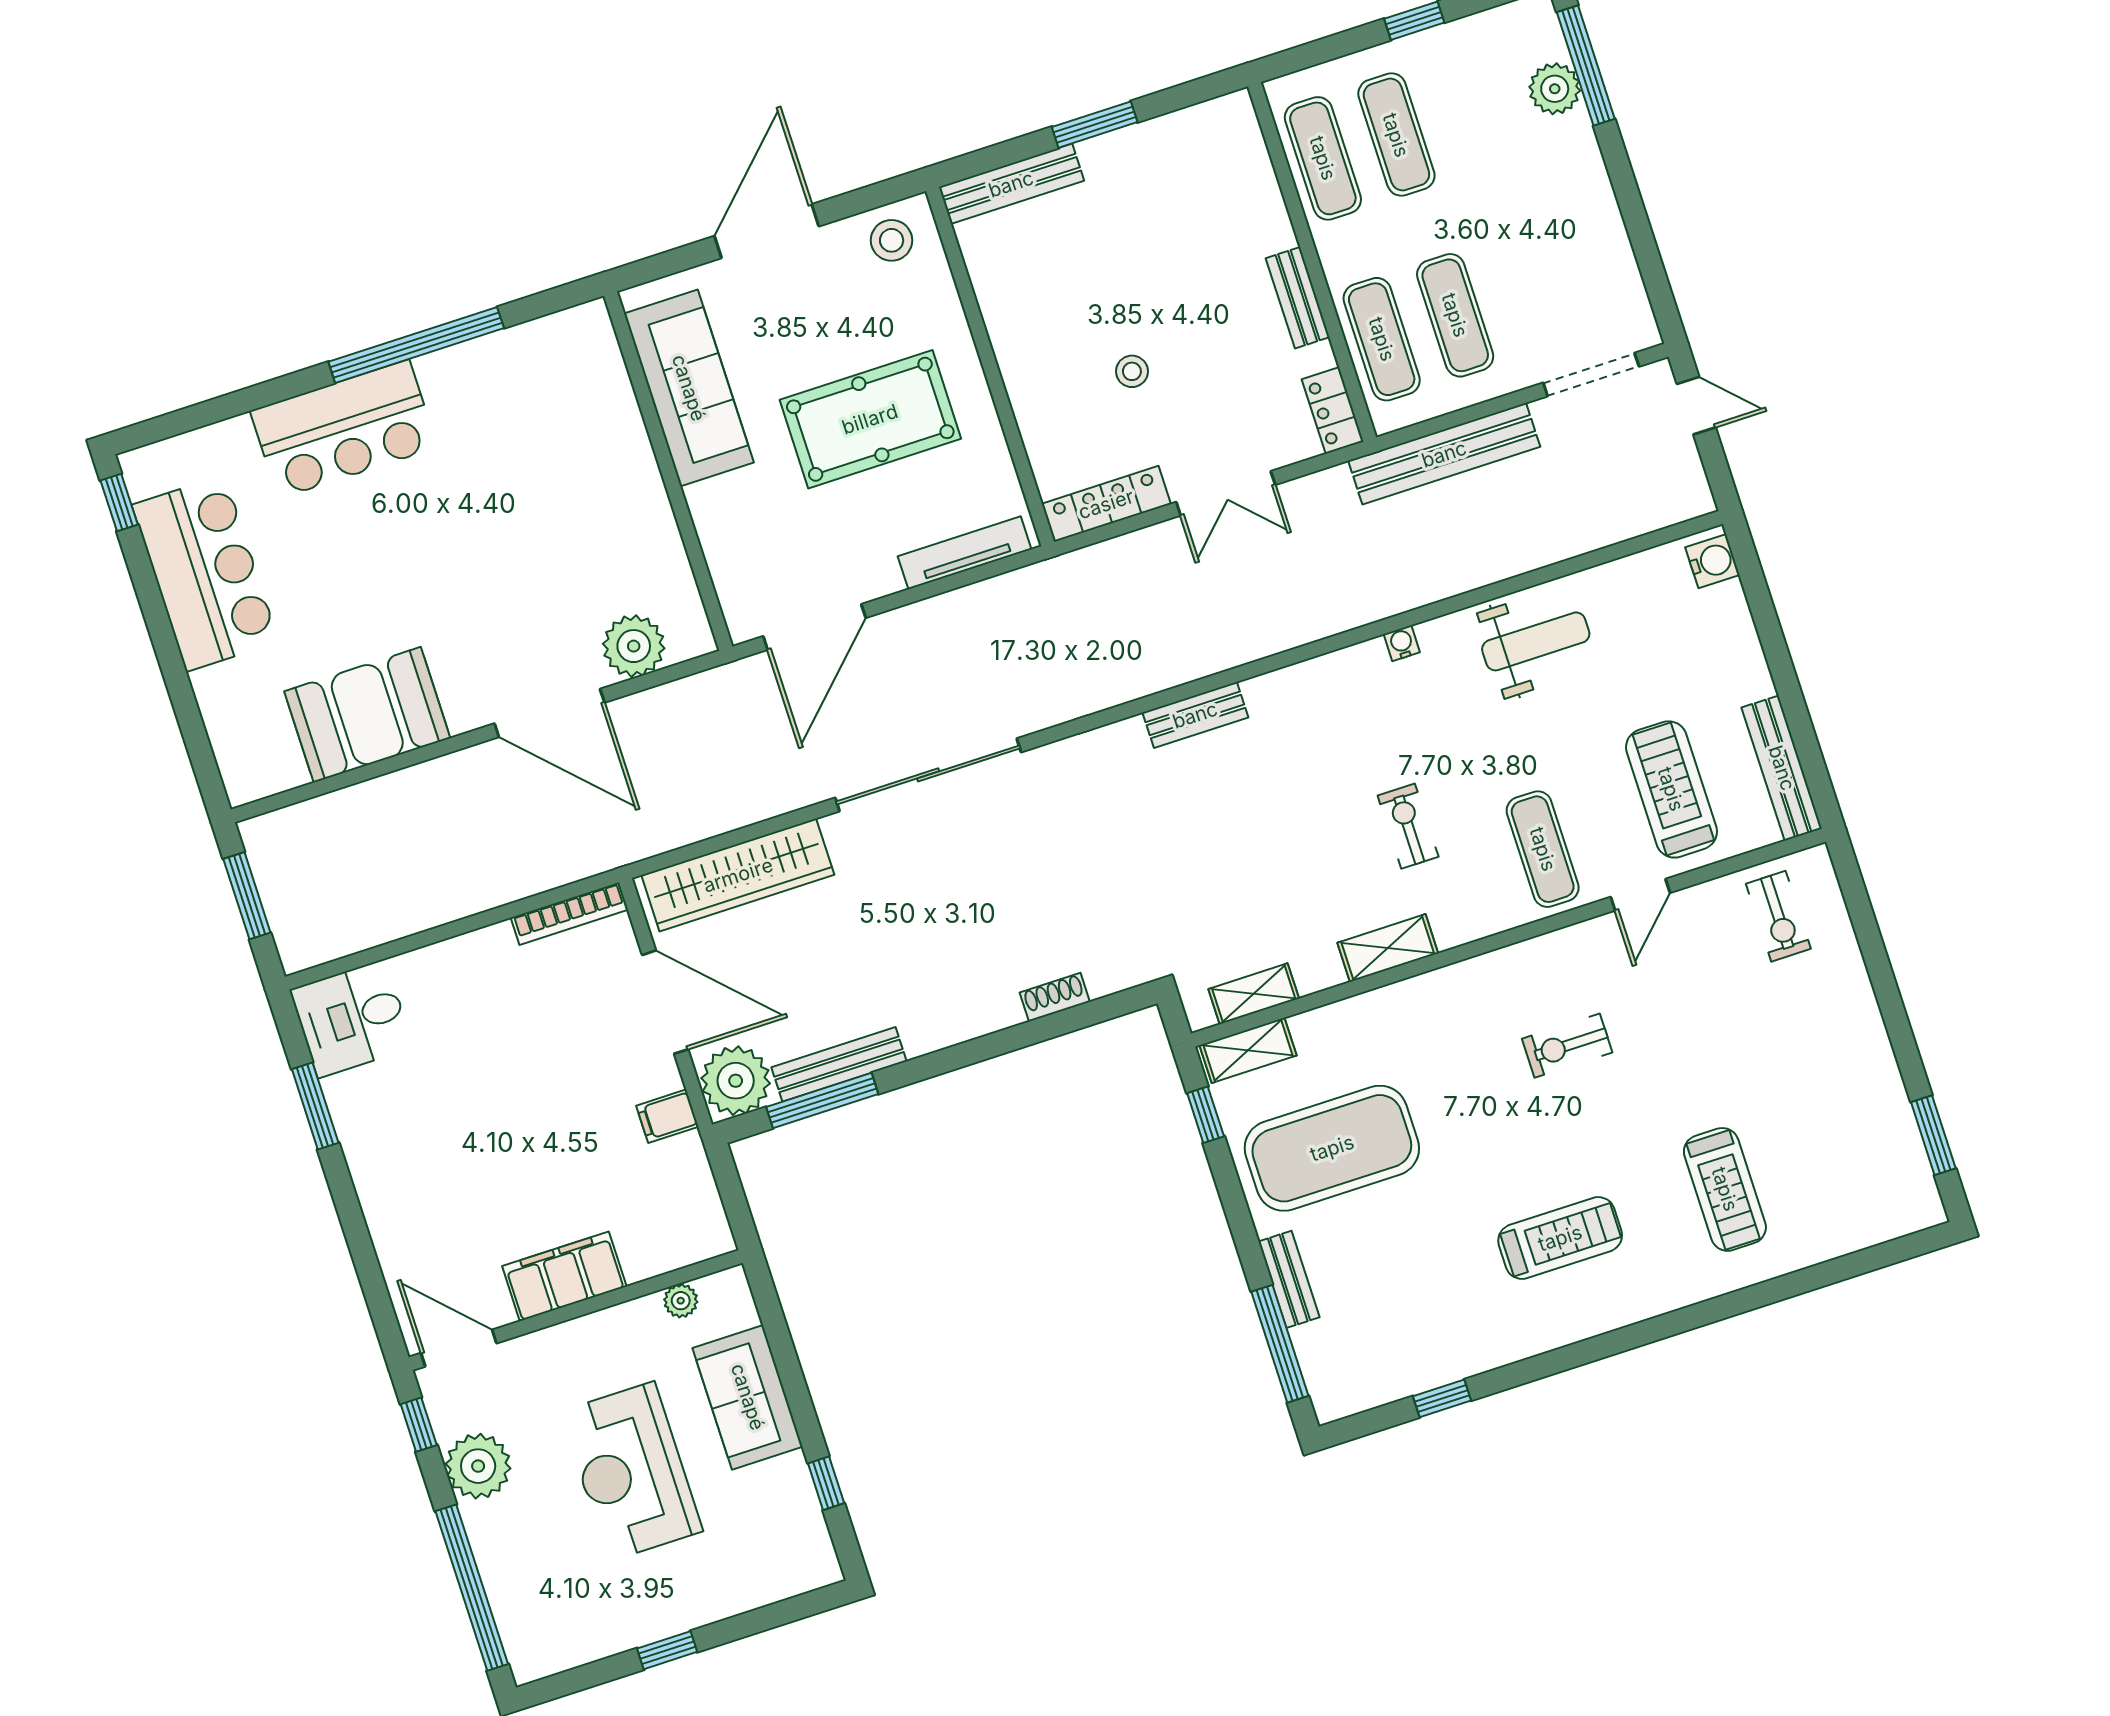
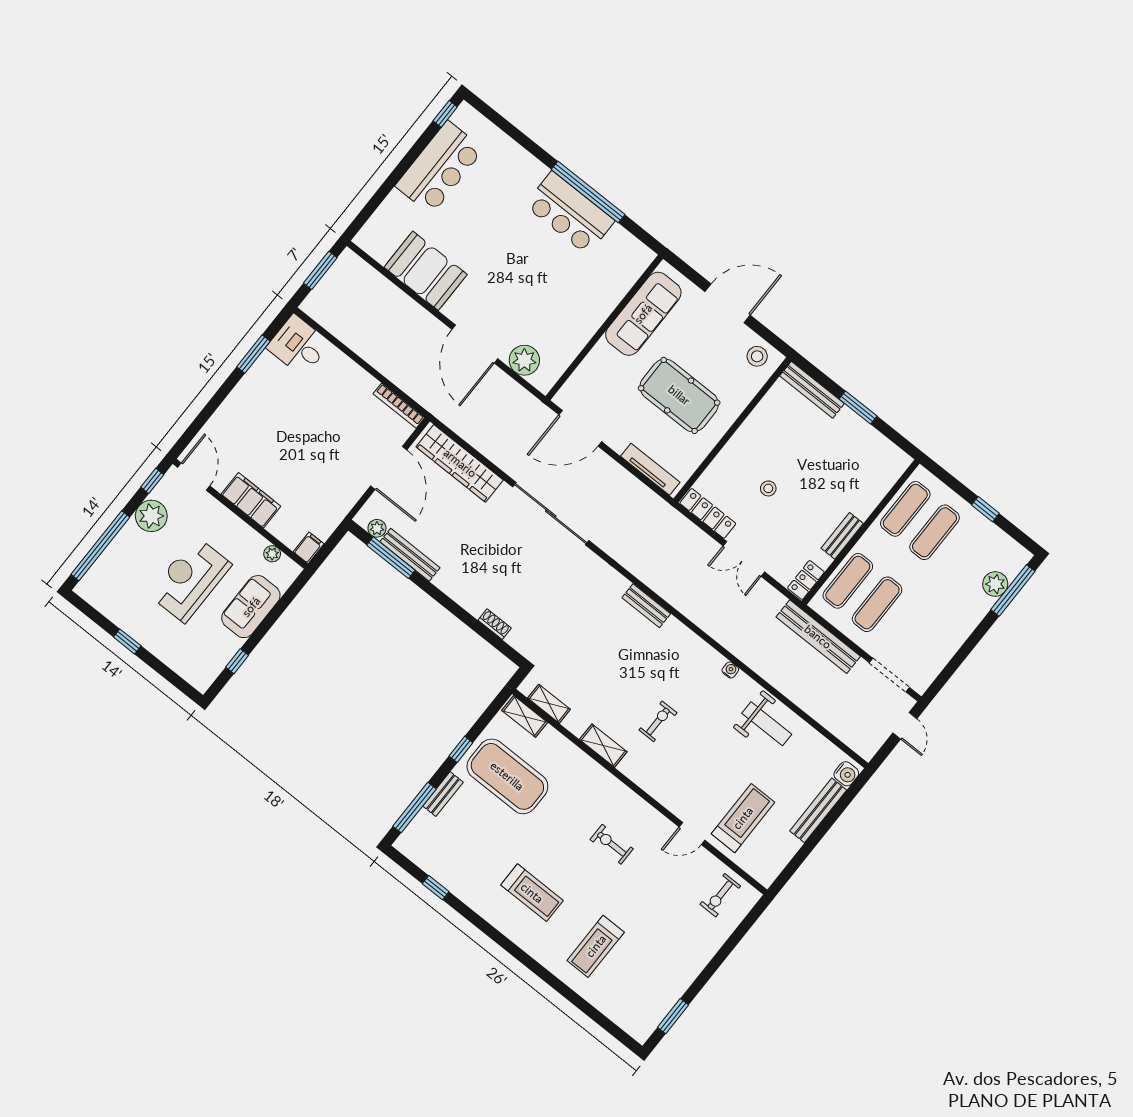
bar counter: (344, 429) -> (570, 213), moved
bench: (1782, 768) -> (818, 810), moved
exercise mat: (1543, 849) -> (685, 782), removed
plant: (736, 1081) -> (377, 528), width x0.53, depth x0.53
window: (1206, 1115) -> (461, 749), moved
filing cabinet: (667, 1116) -> (309, 548), moved, turned 90

